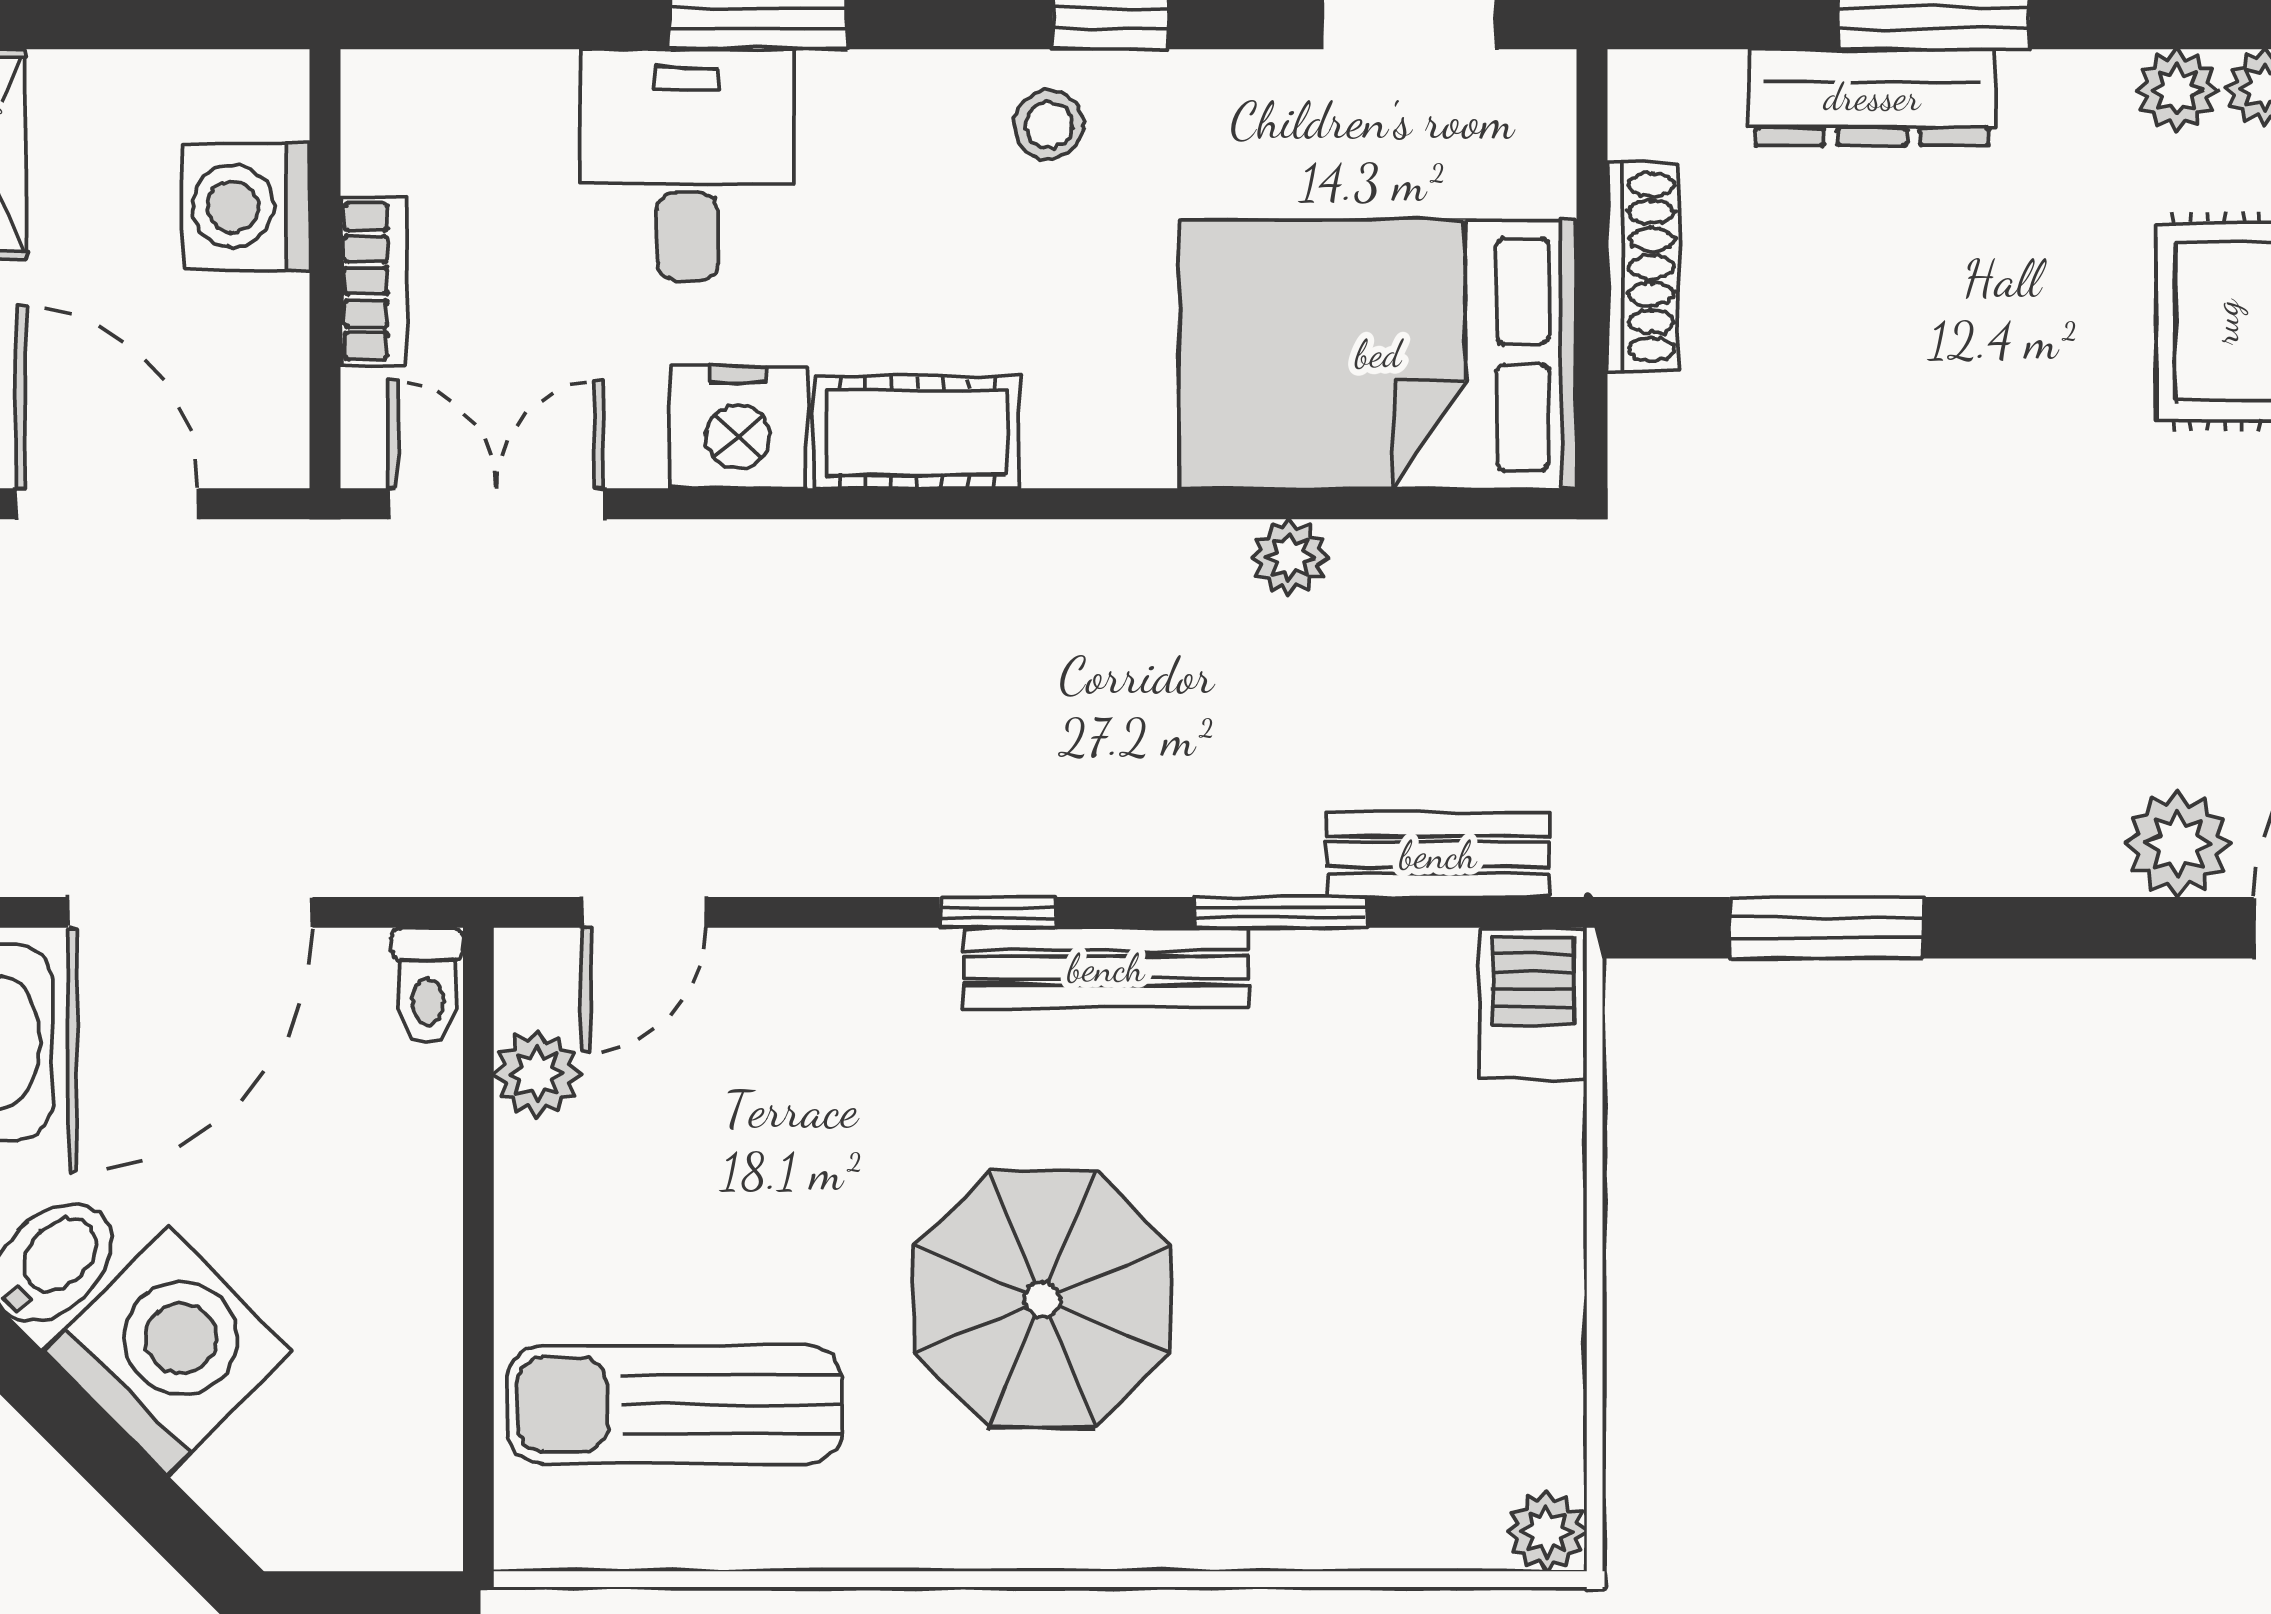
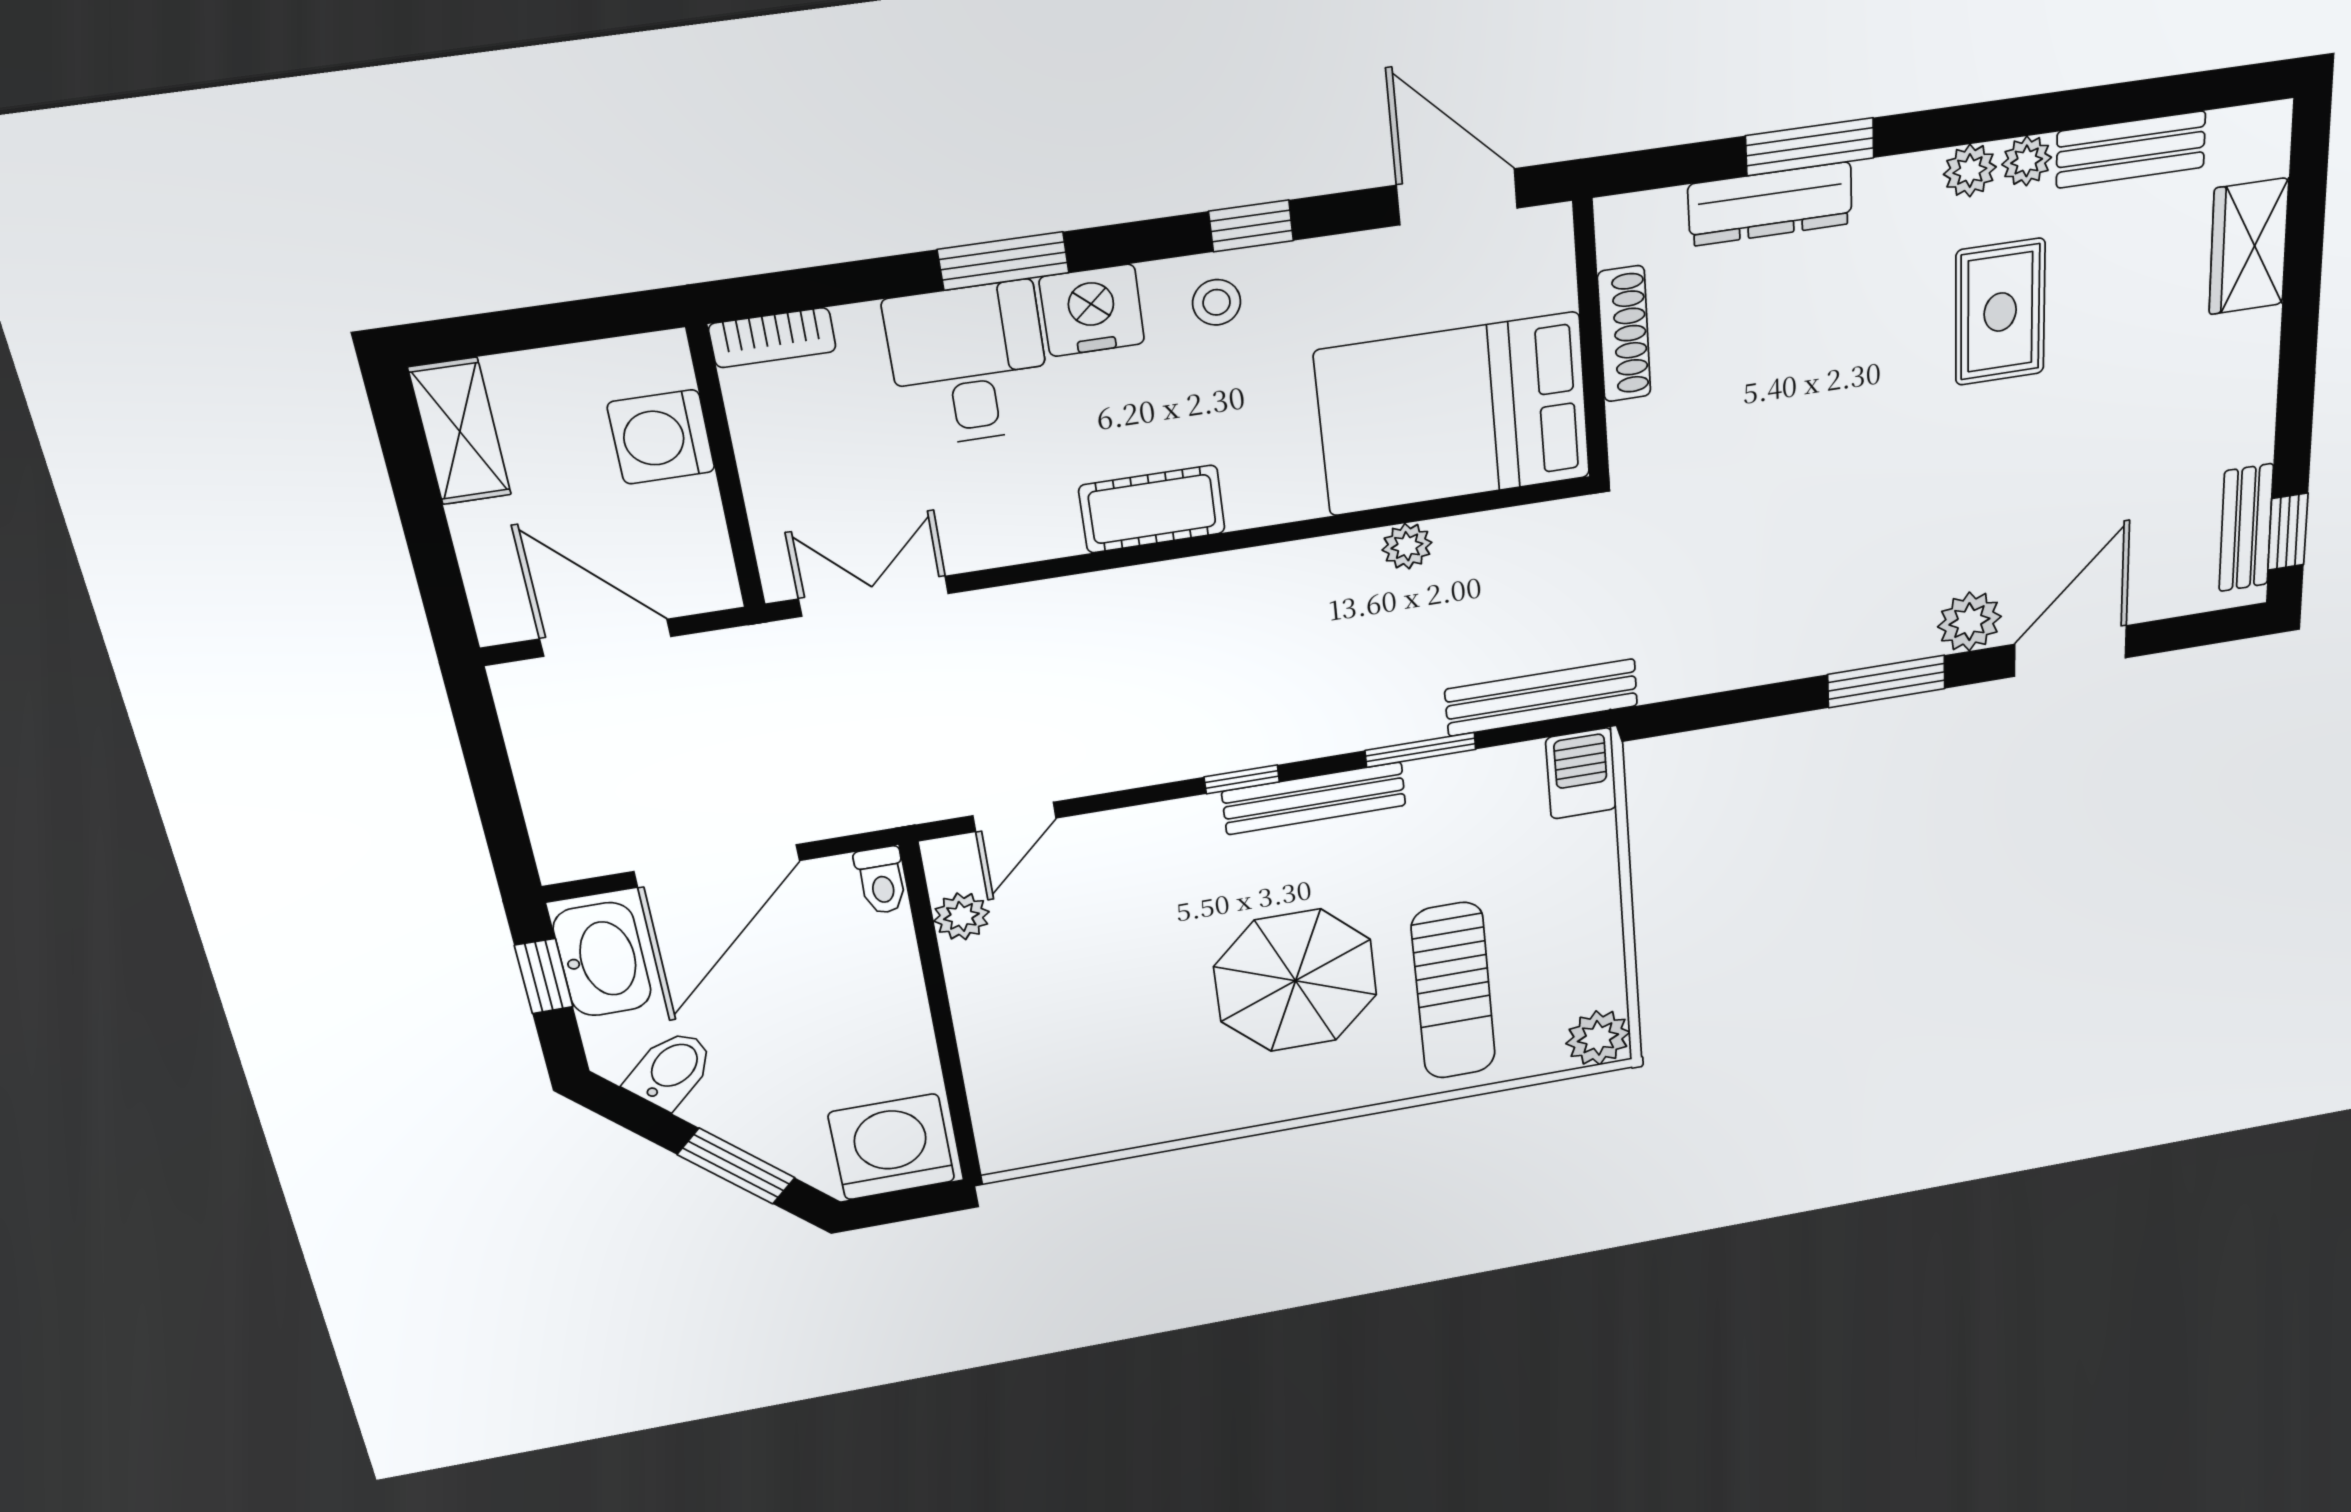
bookcase: (374, 281) -> (772, 338), moved, turned 90
nightstand: (738, 427) -> (1092, 310), moved, turned 180
bench: (1438, 855) -> (1542, 698), width x1.36
window: (1827, 928) -> (1886, 681), moved
washing machine: (168, 1351) -> (892, 1147), moved, turned -45
sun lounger: (675, 1404) -> (1453, 991), moved, turned -90
window: (116, 1467) -> (736, 1166), added
plant: (1547, 1531) -> (1598, 1038), width x1.38, depth x1.38

